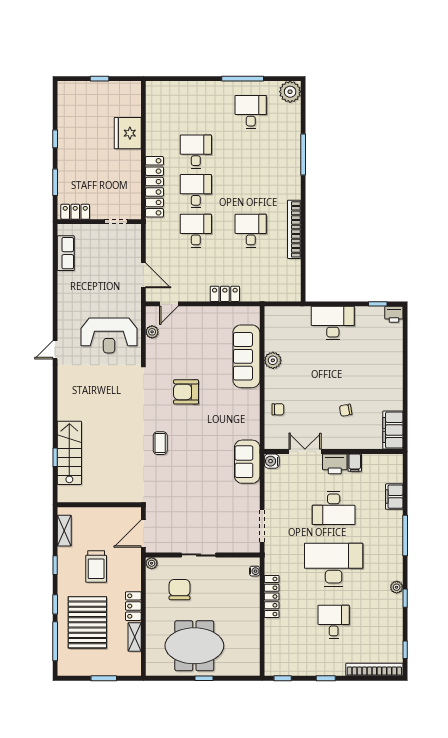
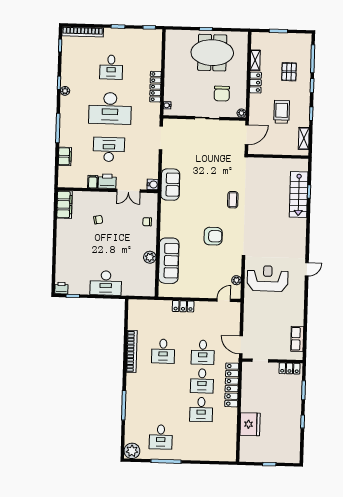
door: (143, 275) -> (241, 345), moved
pallet: (87, 622) -> (289, 72), width x0.49, depth x0.50

